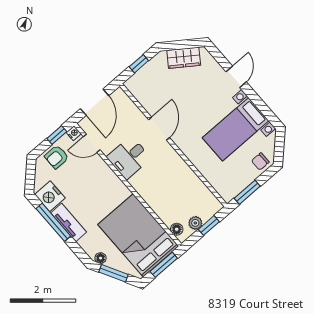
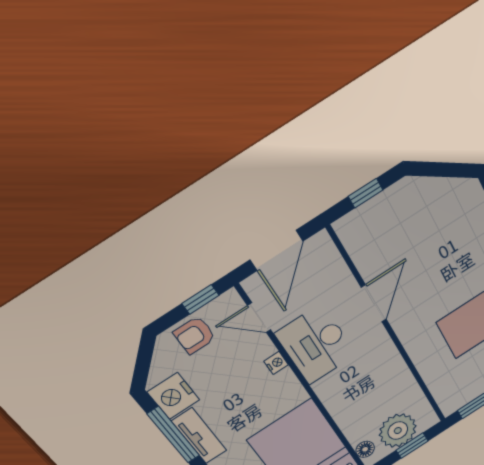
wardrobe: (184, 58) -> (441, 193), removed
nightstand: (74, 133) -> (276, 363), moved
desk: (129, 158) -> (316, 344), width x1.37
plant: (195, 223) -> (398, 431), width x1.87, depth x1.87

